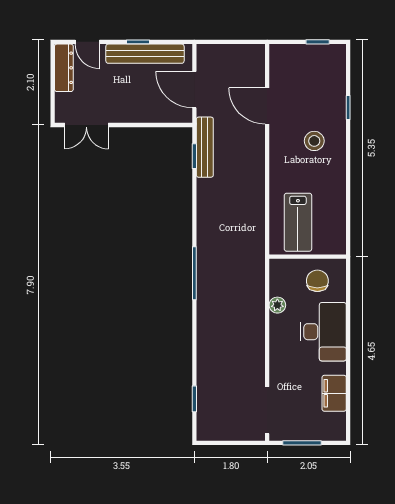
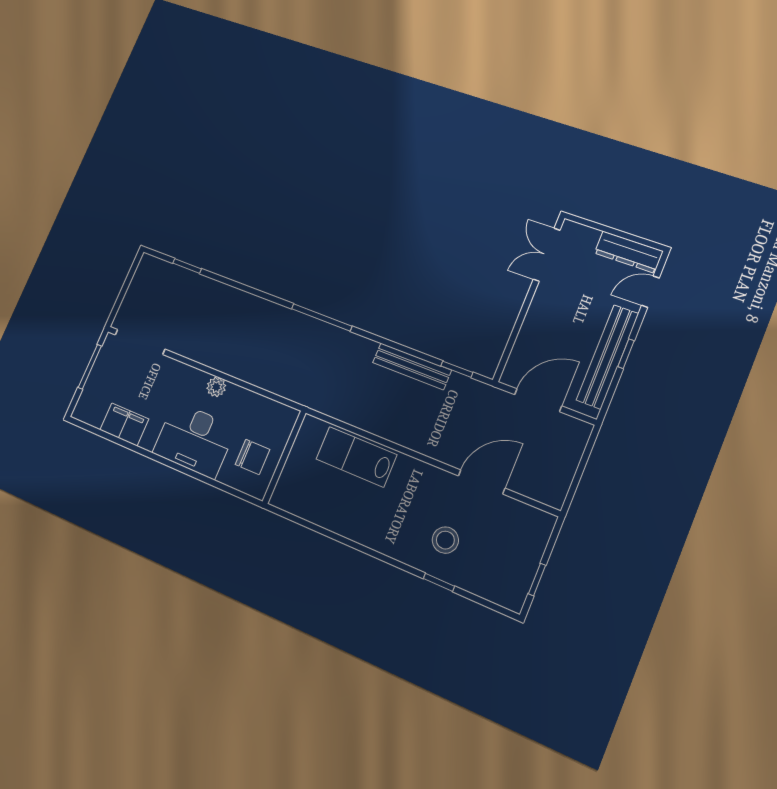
stool: (314, 141) -> (445, 540), moved
bench: (205, 147) -> (412, 366), moved
lab bench: (298, 222) -> (356, 457), moved
plant: (277, 305) -> (216, 387), moved

